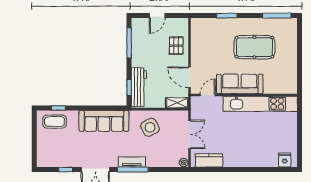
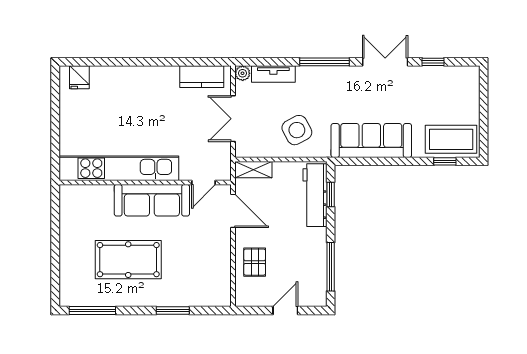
coffee table: (55, 122) -> (451, 139), width x1.36, depth x1.32
tv unit: (132, 162) -> (273, 74), moved

